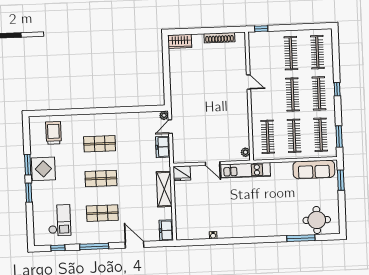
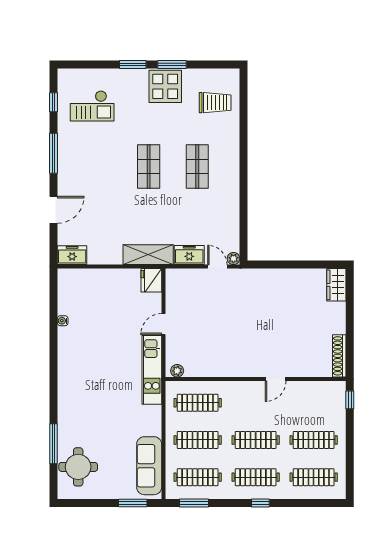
shoe rack: (219, 38) -> (339, 356), moved
shelving: (164, 189) -> (148, 255), moved
shop shelf: (102, 213) -> (100, 167), removed

